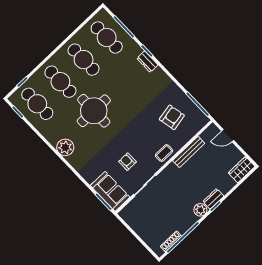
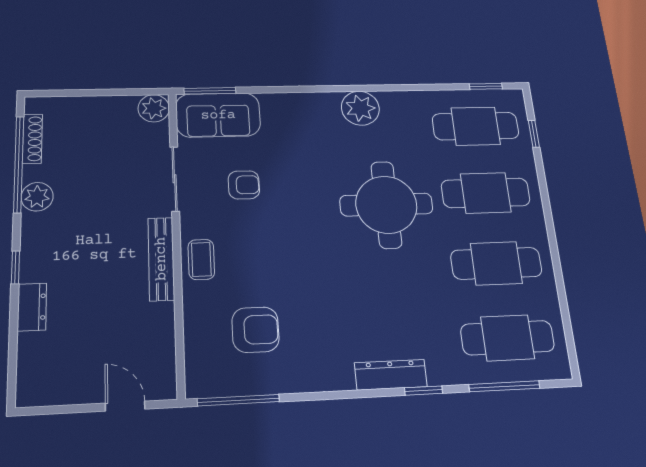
dresser: (147, 62) -> (391, 375), width x1.44
armchair: (172, 117) -> (255, 330), turned -79
door: (228, 136) -> (125, 406), hinge flipped
bench: (189, 152) -> (161, 259), moved
wardrobe: (242, 170) -> (34, 376), removed
dresser: (213, 199) -> (32, 307), moved
plant: (200, 210) -> (37, 197), moved
plant: (126, 214) -> (154, 108), added

